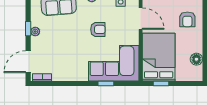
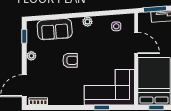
window: (28, 29) -> (24, 36), moved
armchair: (98, 29) -> (70, 60), moved

